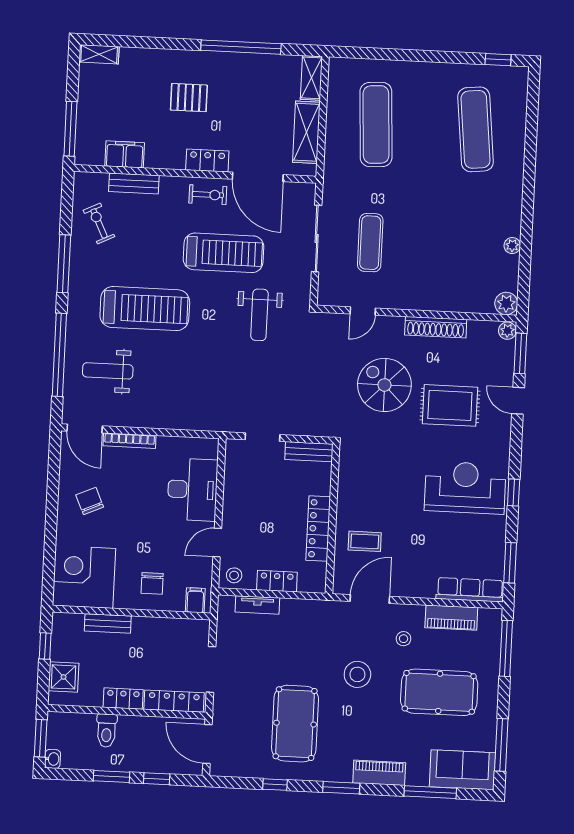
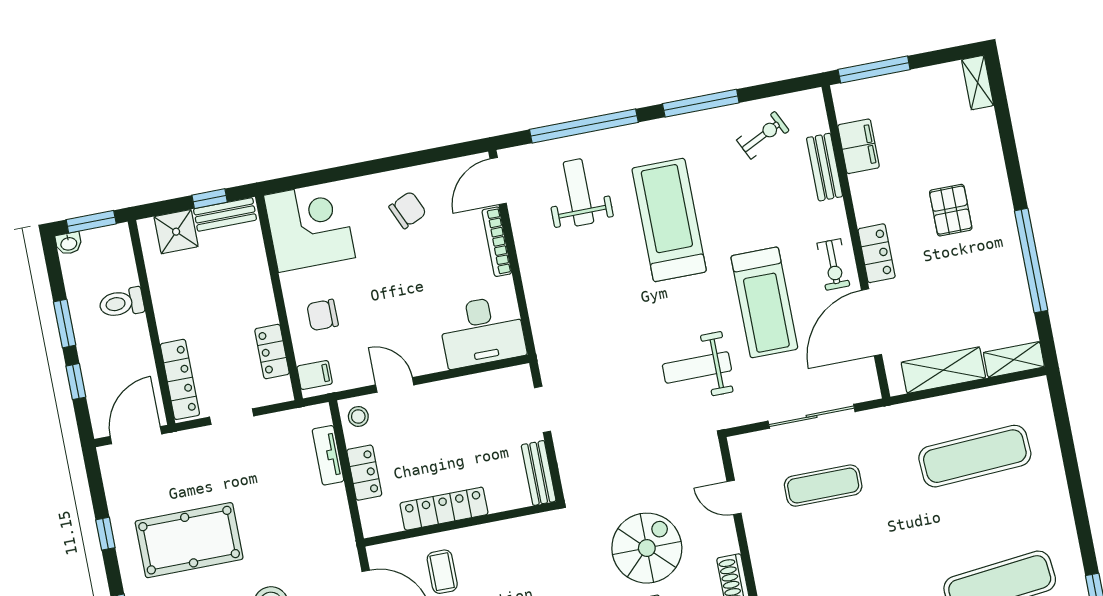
treadmill: (145, 309) -> (669, 220), turned 180
desk: (192, 490) -> (482, 331), moved
bench: (108, 623) -> (225, 214), moved, turned 90
doorway: (211, 669) -> (232, 417), width x0.73
locker: (123, 699) -> (272, 352), moved, turned 180

